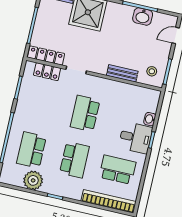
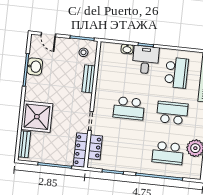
school desk: (117, 170) -> (176, 73), turned 180

